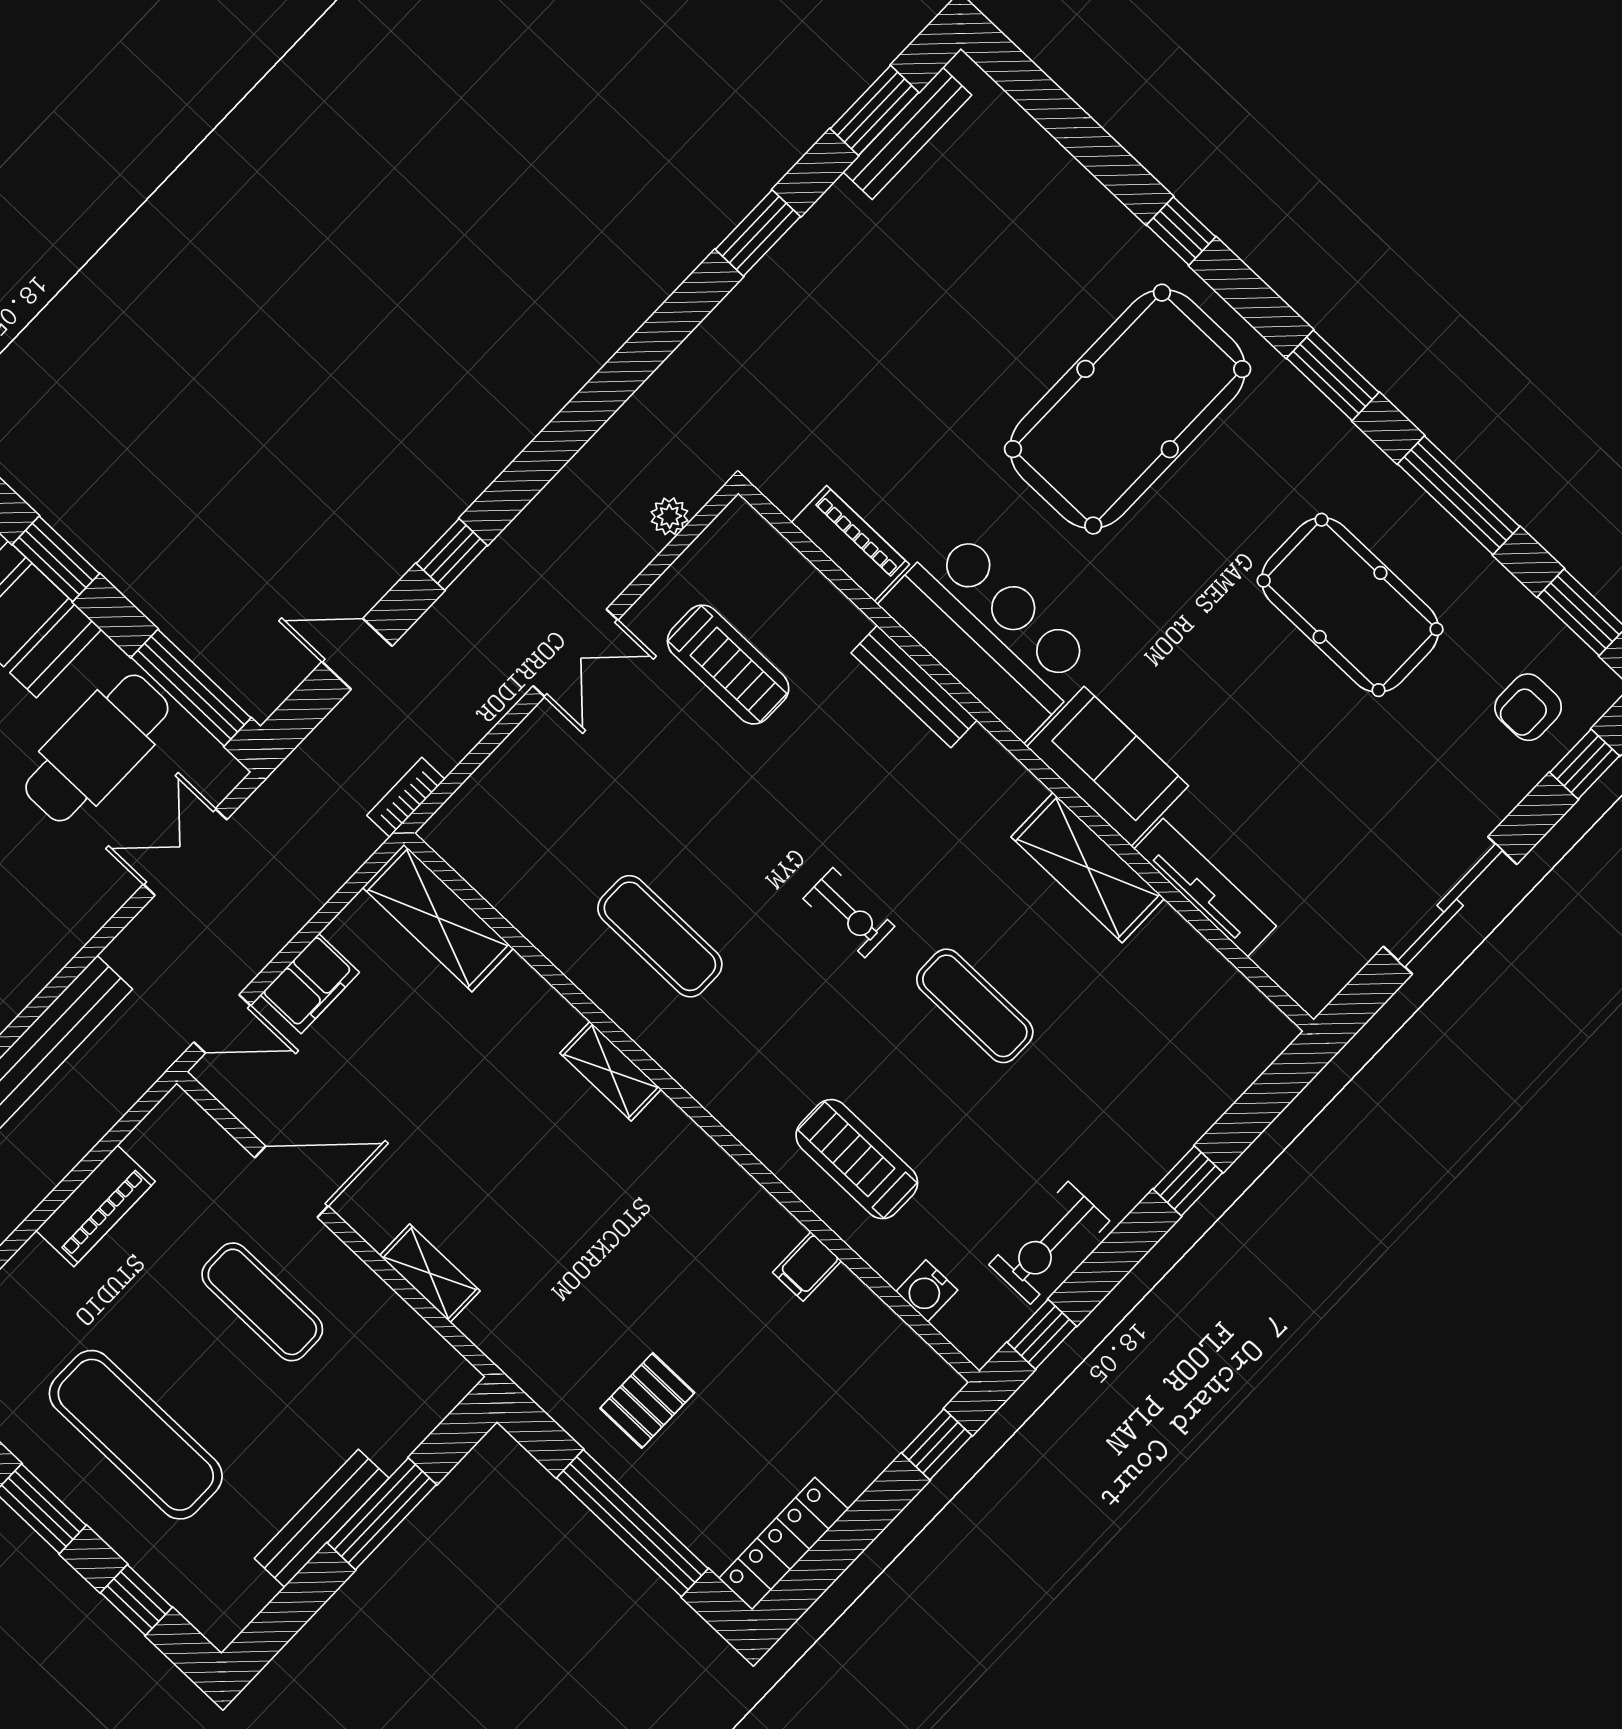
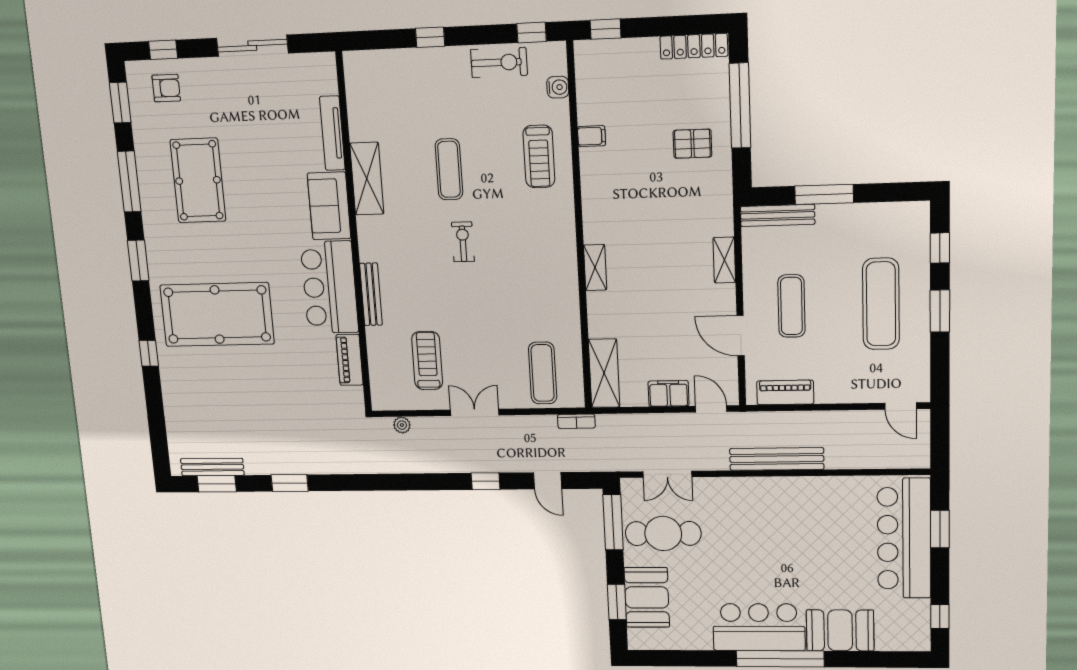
exercise mat: (660, 936) -> (543, 373), moved
piano: (96, 1206) -> (785, 392), moved
bench: (322, 1518) -> (778, 215), moved

